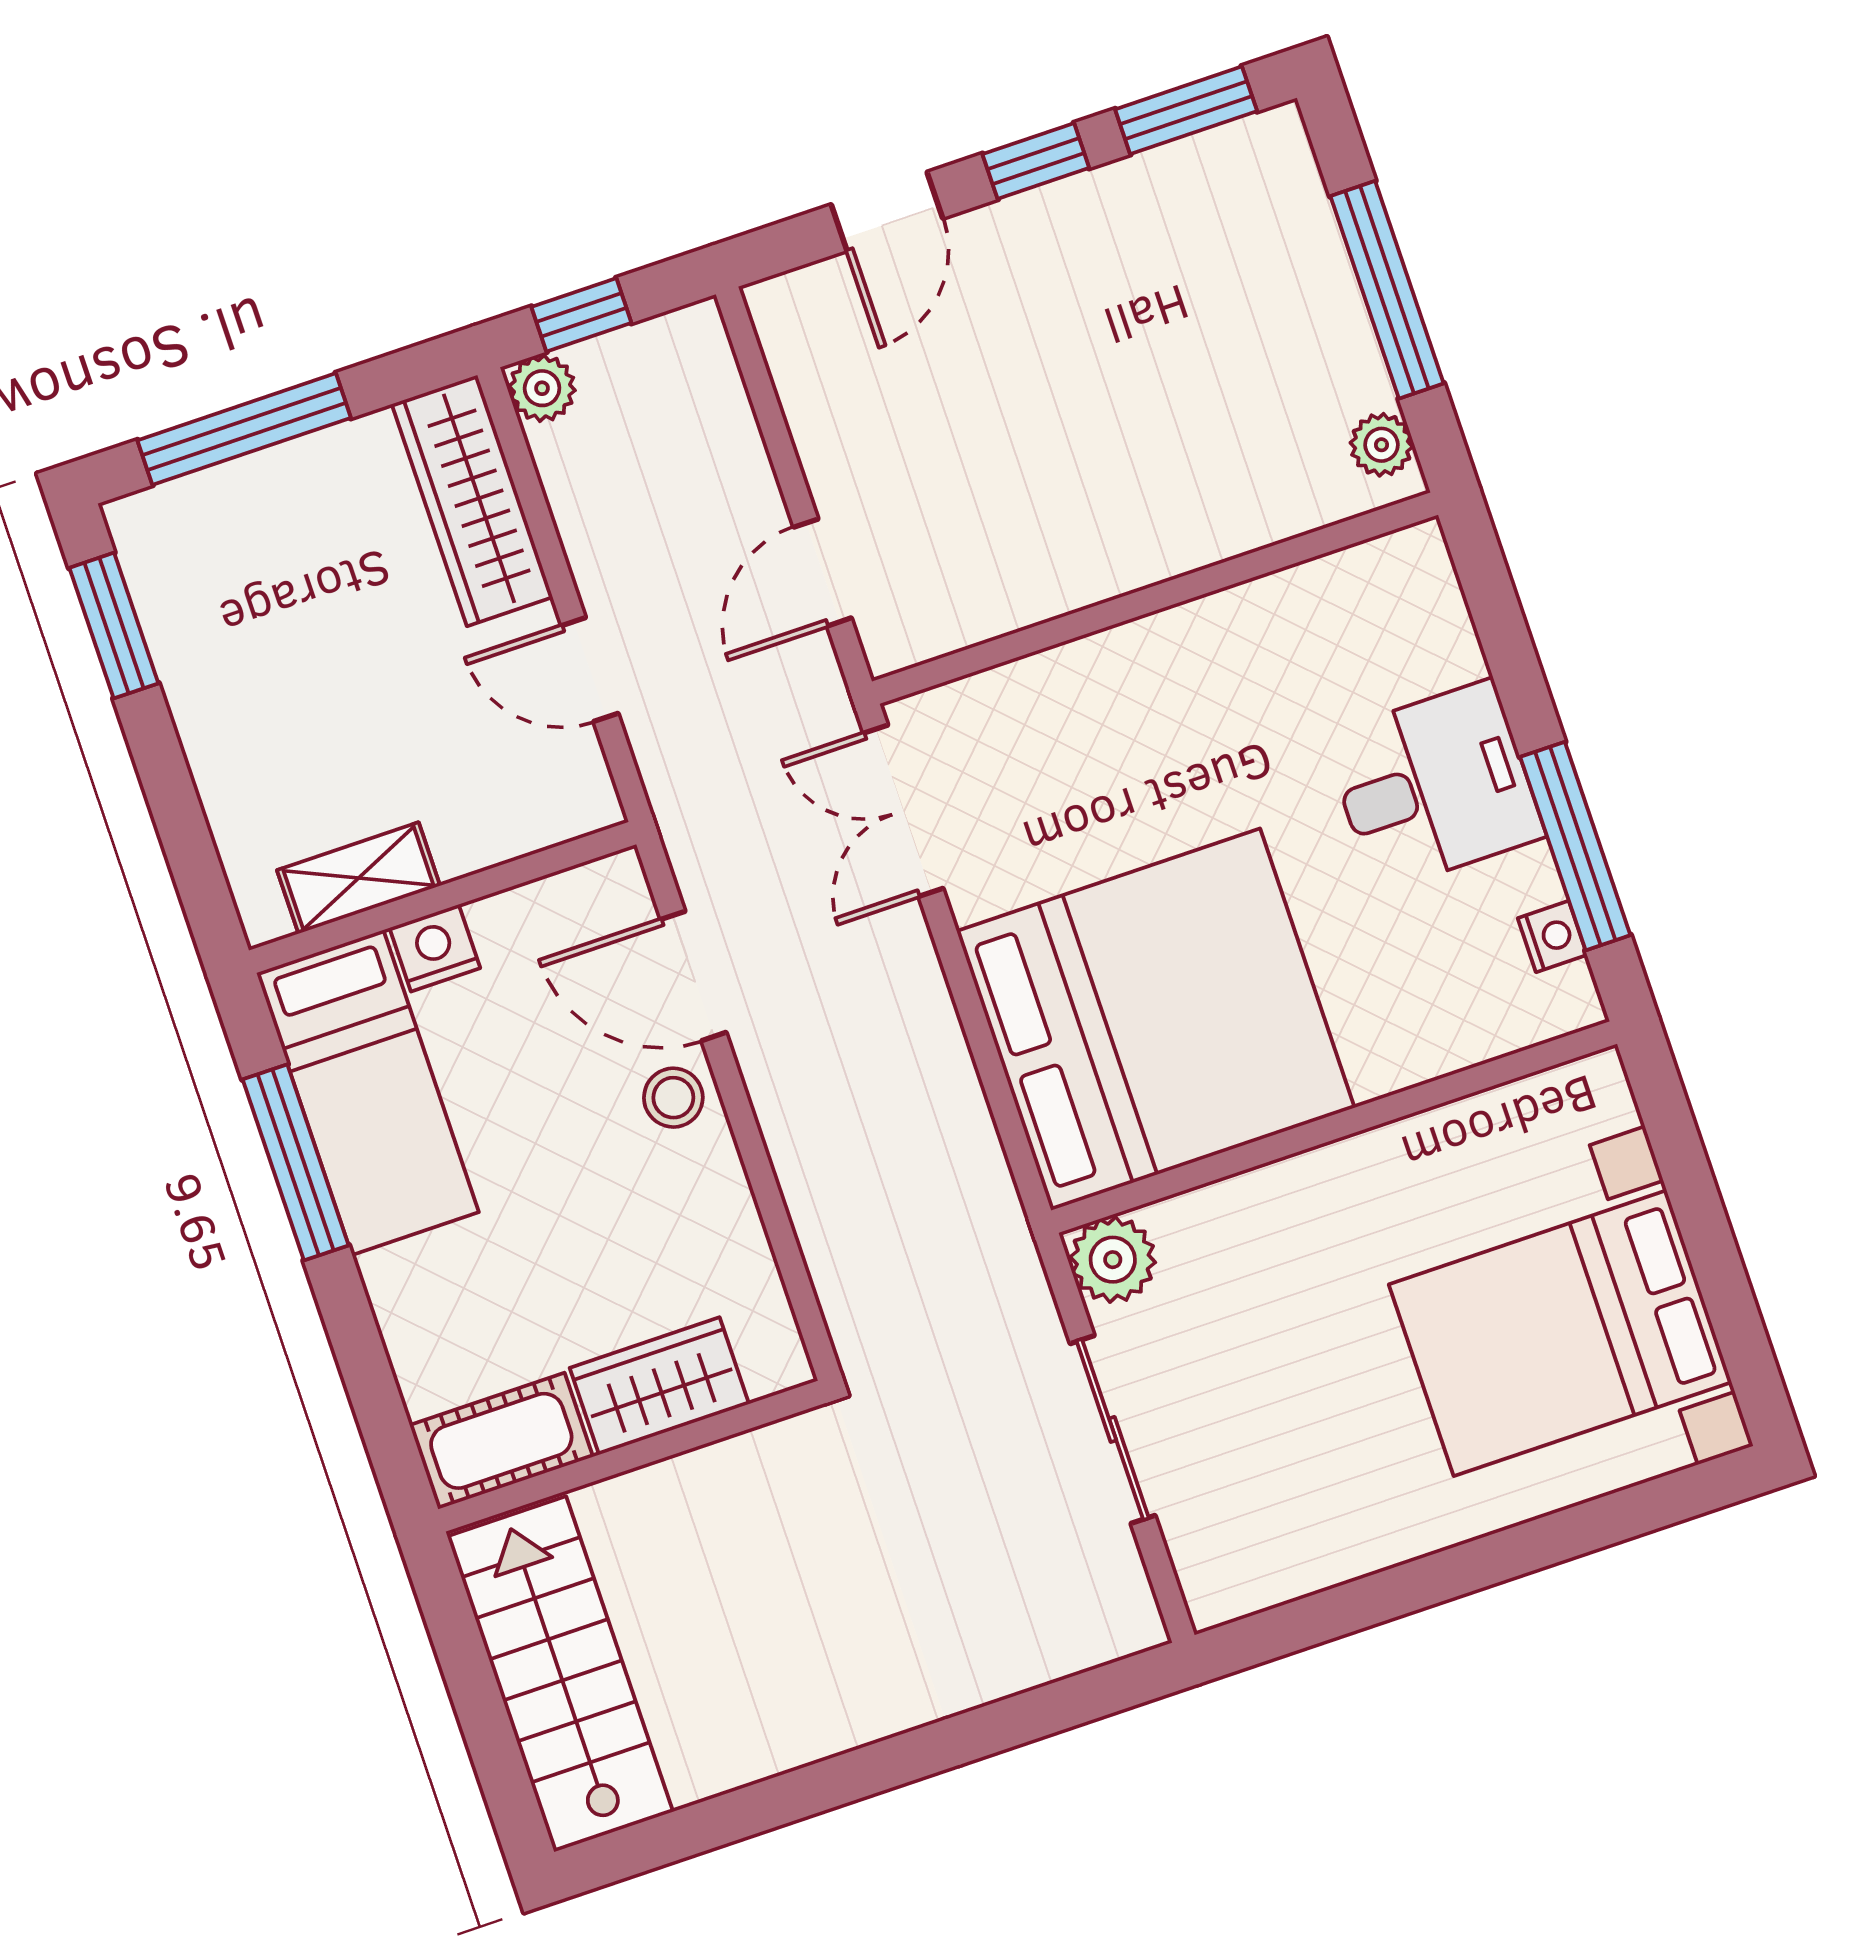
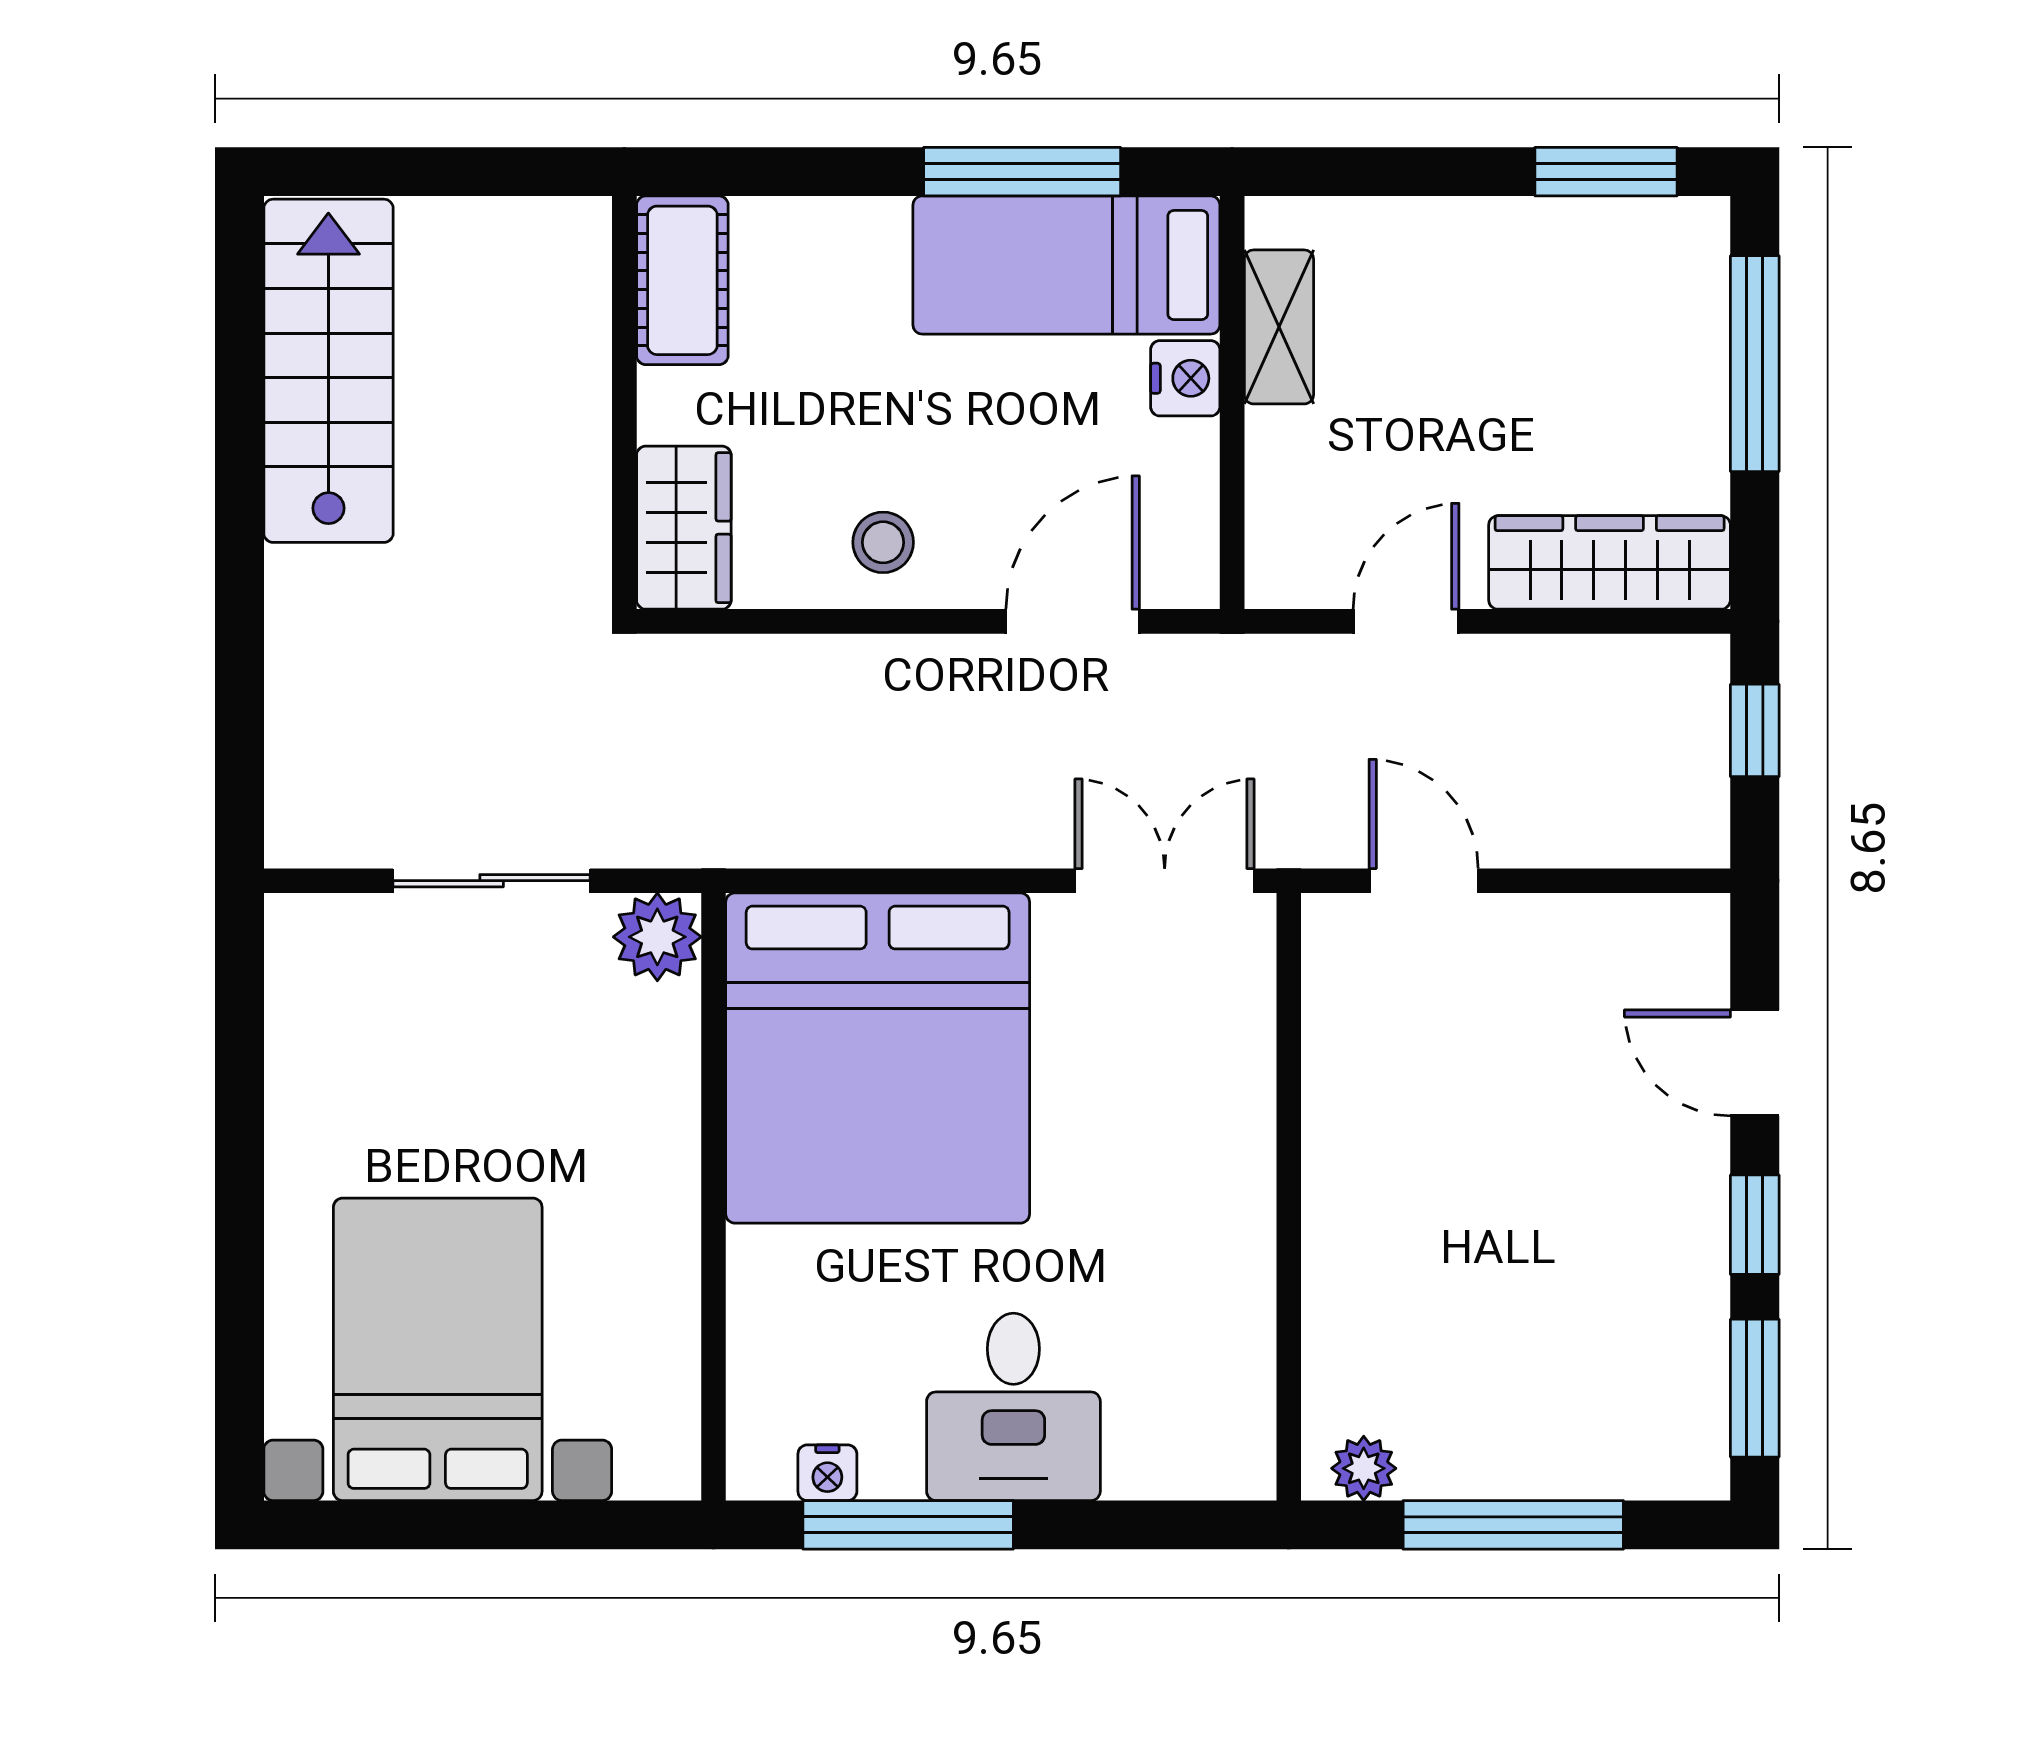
plant: (542, 388) -> (1696, 668), removed
stool: (673, 1098) -> (883, 542), moved
wardrobe: (659, 1386) -> (684, 528), moved
stairs: (560, 1674) -> (328, 371), moved, turned -90

